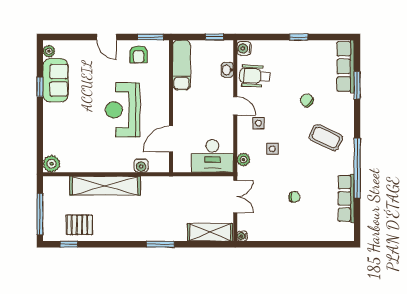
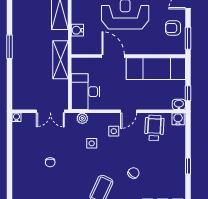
exam couch: (182, 65) -> (156, 69), width x1.36, depth x1.45
washbasin: (227, 70) -> (179, 104), moved
door: (171, 139) -> (113, 56), moved
shelving: (210, 232) -> (60, 60), moved

